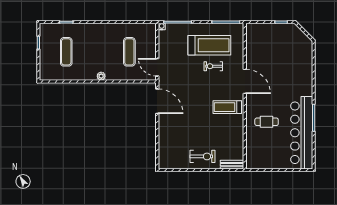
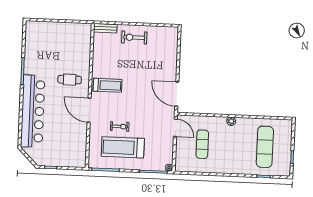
exercise mat: (66, 52) -> (265, 147), width x1.36, depth x1.45
cafe table: (267, 122) -> (70, 80), moved
bar counter: (302, 133) -> (33, 111), moved

